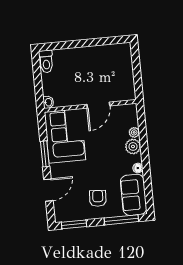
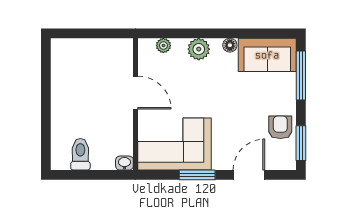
toilet: (46, 61) -> (80, 154), moved, turned -90
plant: (134, 132) -> (163, 46), moved
door: (48, 190) -> (249, 175), hinge flipped
armchair: (98, 198) -> (280, 127), moved, turned 86

